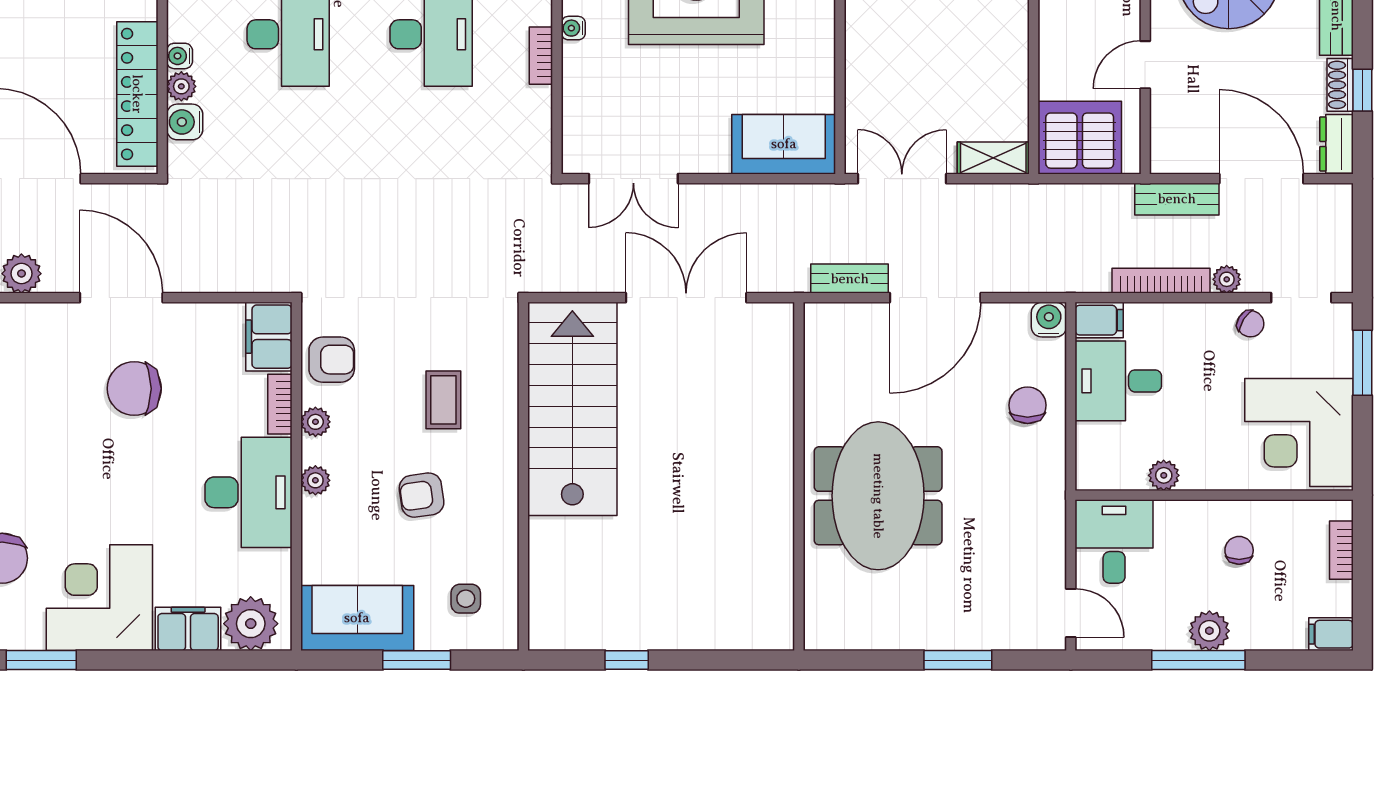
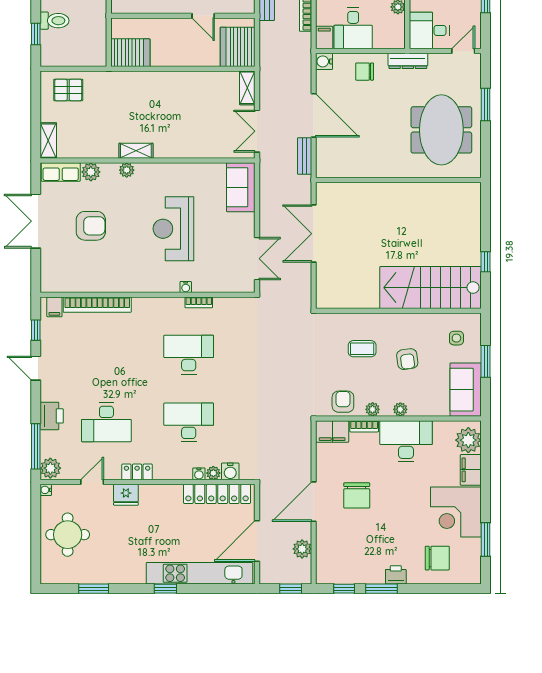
stairs: (572, 409) -> (430, 288), moved
meeting table: (878, 496) -> (441, 130), moved, turned 90
dresser: (1050, 496) -> (408, 61), added

